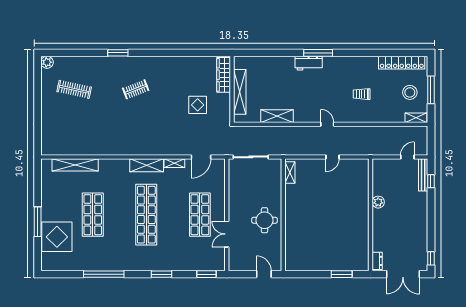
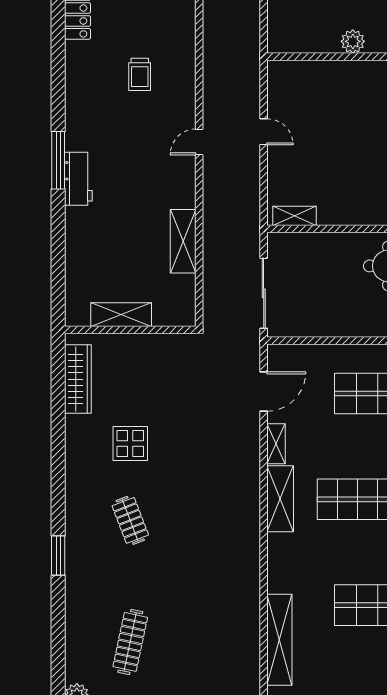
wardrobe: (224, 75) -> (78, 379), moved, turned -90
shelving: (240, 92) -> (121, 315), width x0.68
display table: (198, 105) -> (130, 443), moved
door: (201, 157) -> (264, 392), hinge flipped

